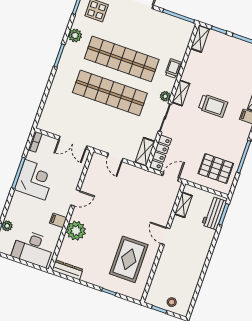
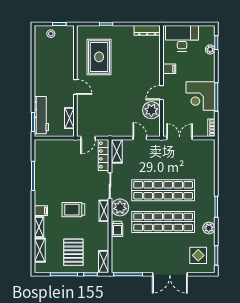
plant: (165, 96) -> (120, 207), width x1.88, depth x1.88
pallet: (216, 169) -> (73, 252), moved, turned 90
workbench: (214, 213) -> (41, 115), width x1.38
plant: (76, 231) -> (151, 110), moved

